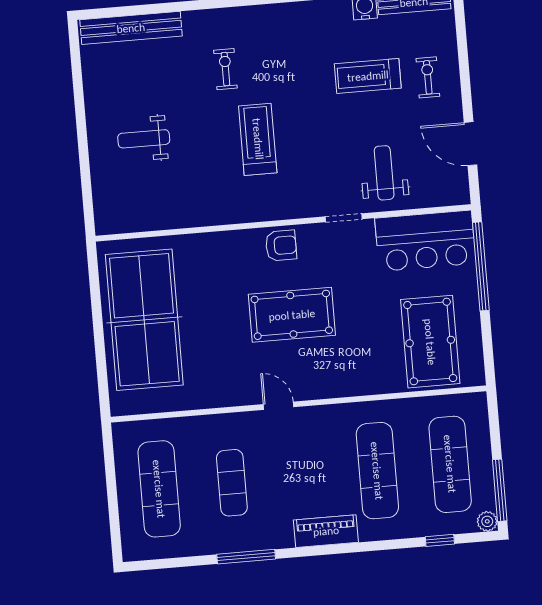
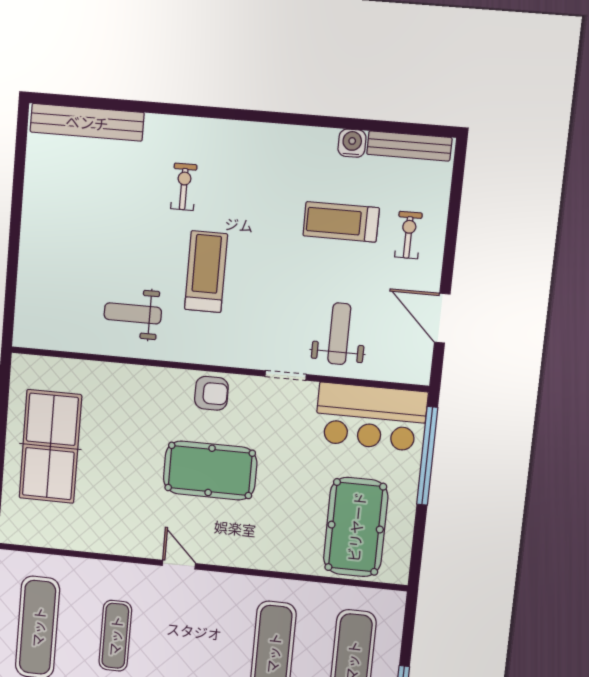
weight bench: (144, 139) -> (133, 313), moved
table tennis table: (144, 320) -> (50, 447), width x0.73, depth x0.76

